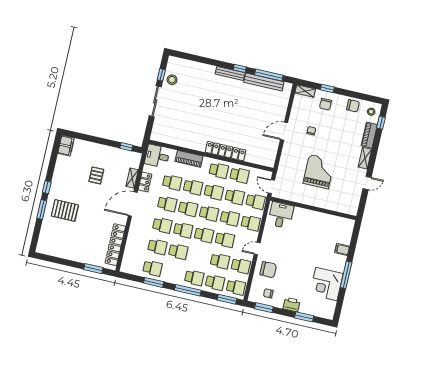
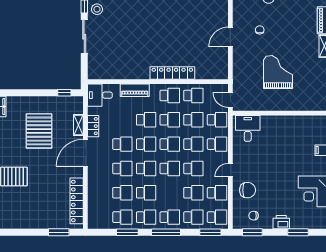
pallet: (96, 175) -> (39, 131), width x2.05, depth x2.00
school desk: (172, 182) -> (146, 217), moved

